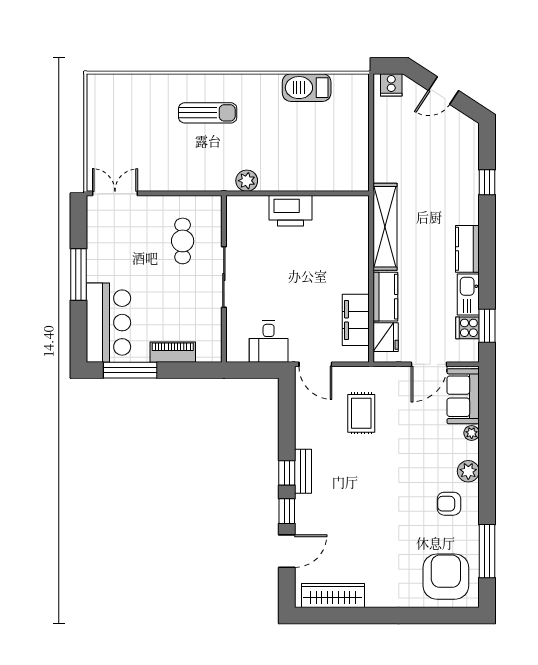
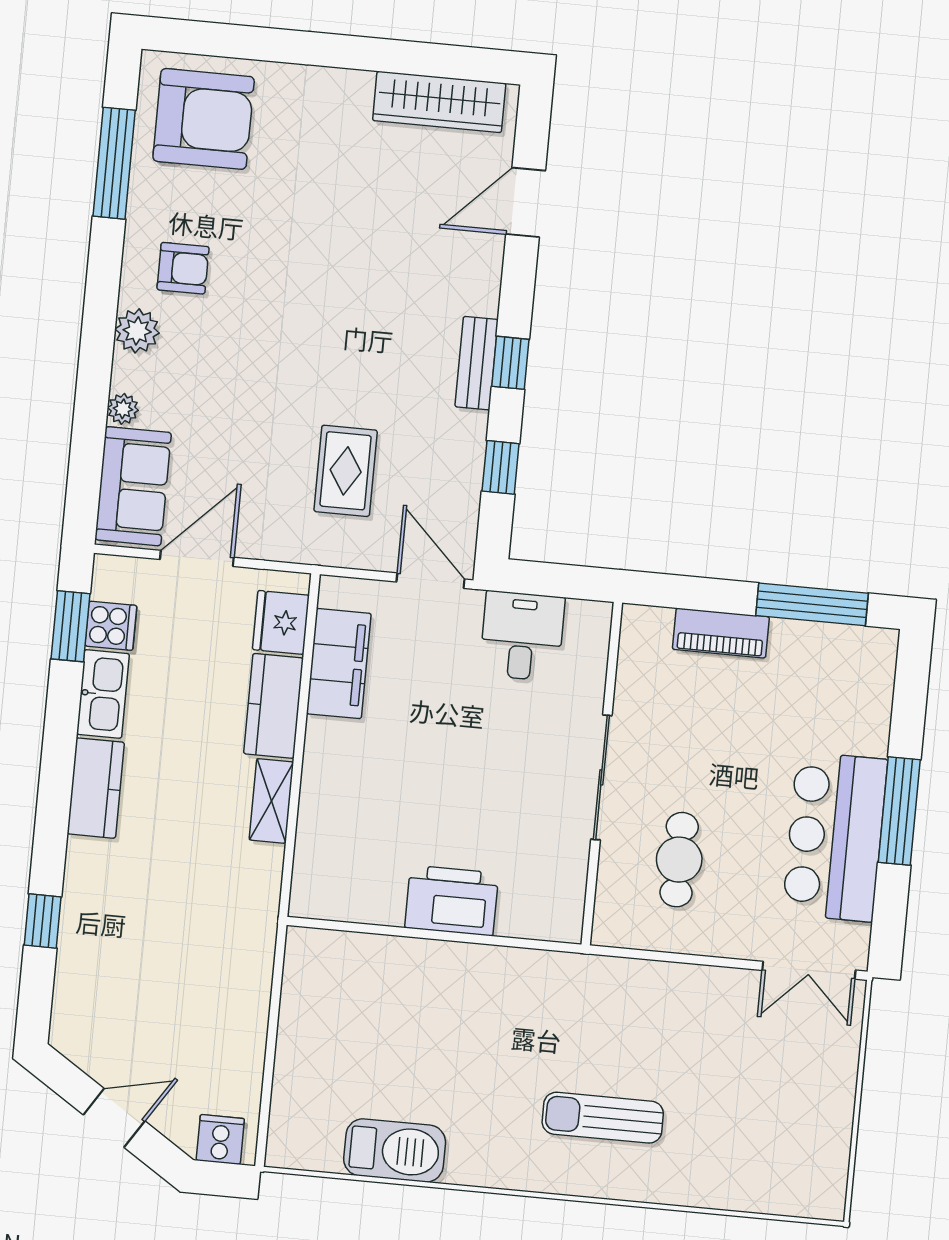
plant: (247, 181) -> (536, 971), removed
shelving: (385, 227) -> (271, 801), width x0.45, depth x0.75
bar counter: (108, 323) -> (835, 837), moved
window: (287, 511) -> (501, 467), moved
armchair: (446, 577) -> (204, 119), turned -90

